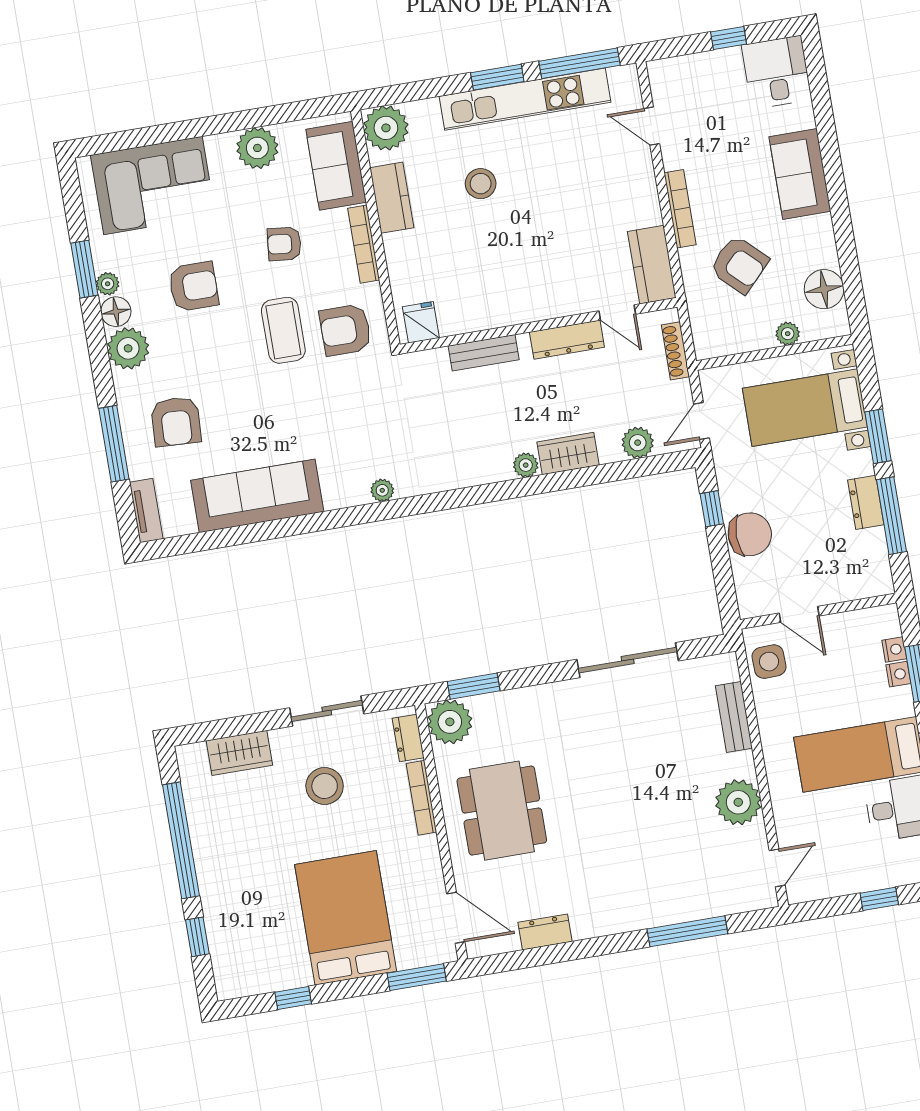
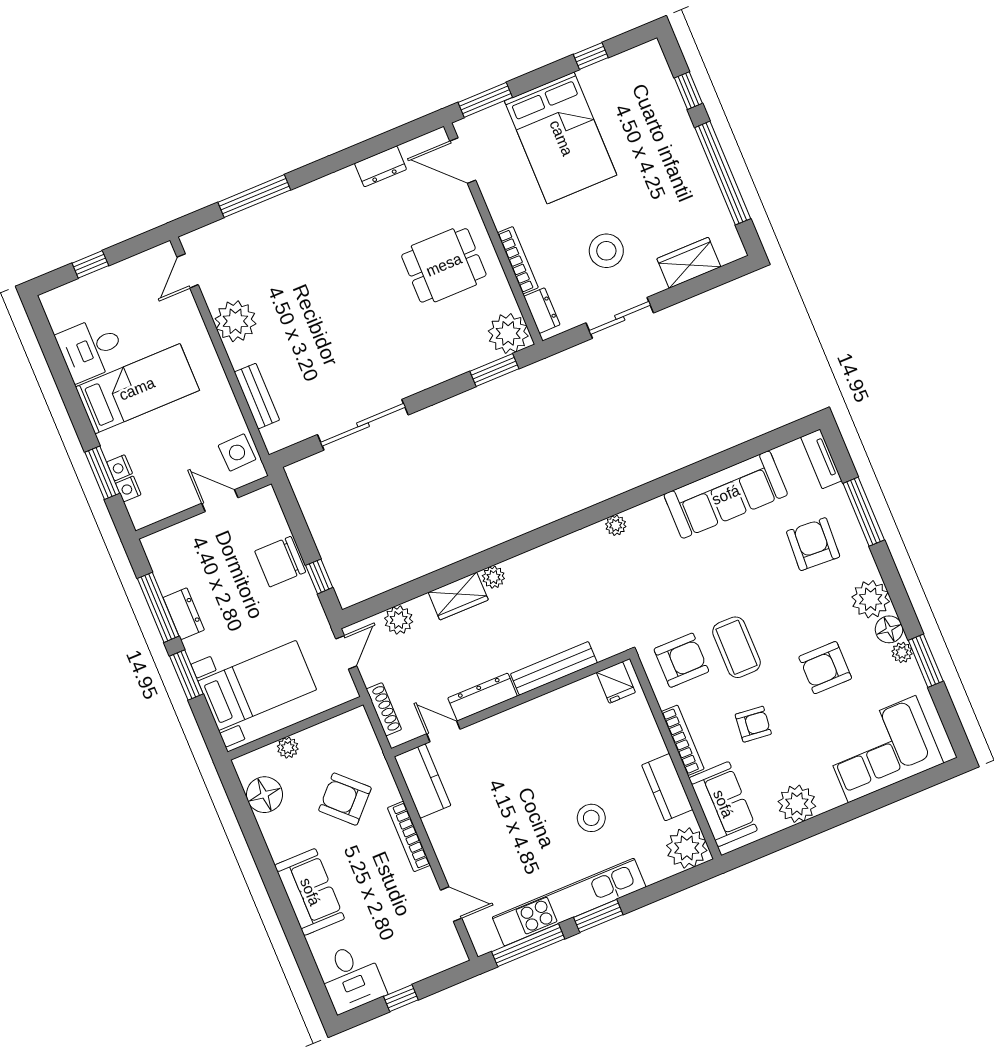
bench: (484, 353) -> (554, 668), width x1.36
dining table: (502, 811) -> (444, 265), width x0.73

